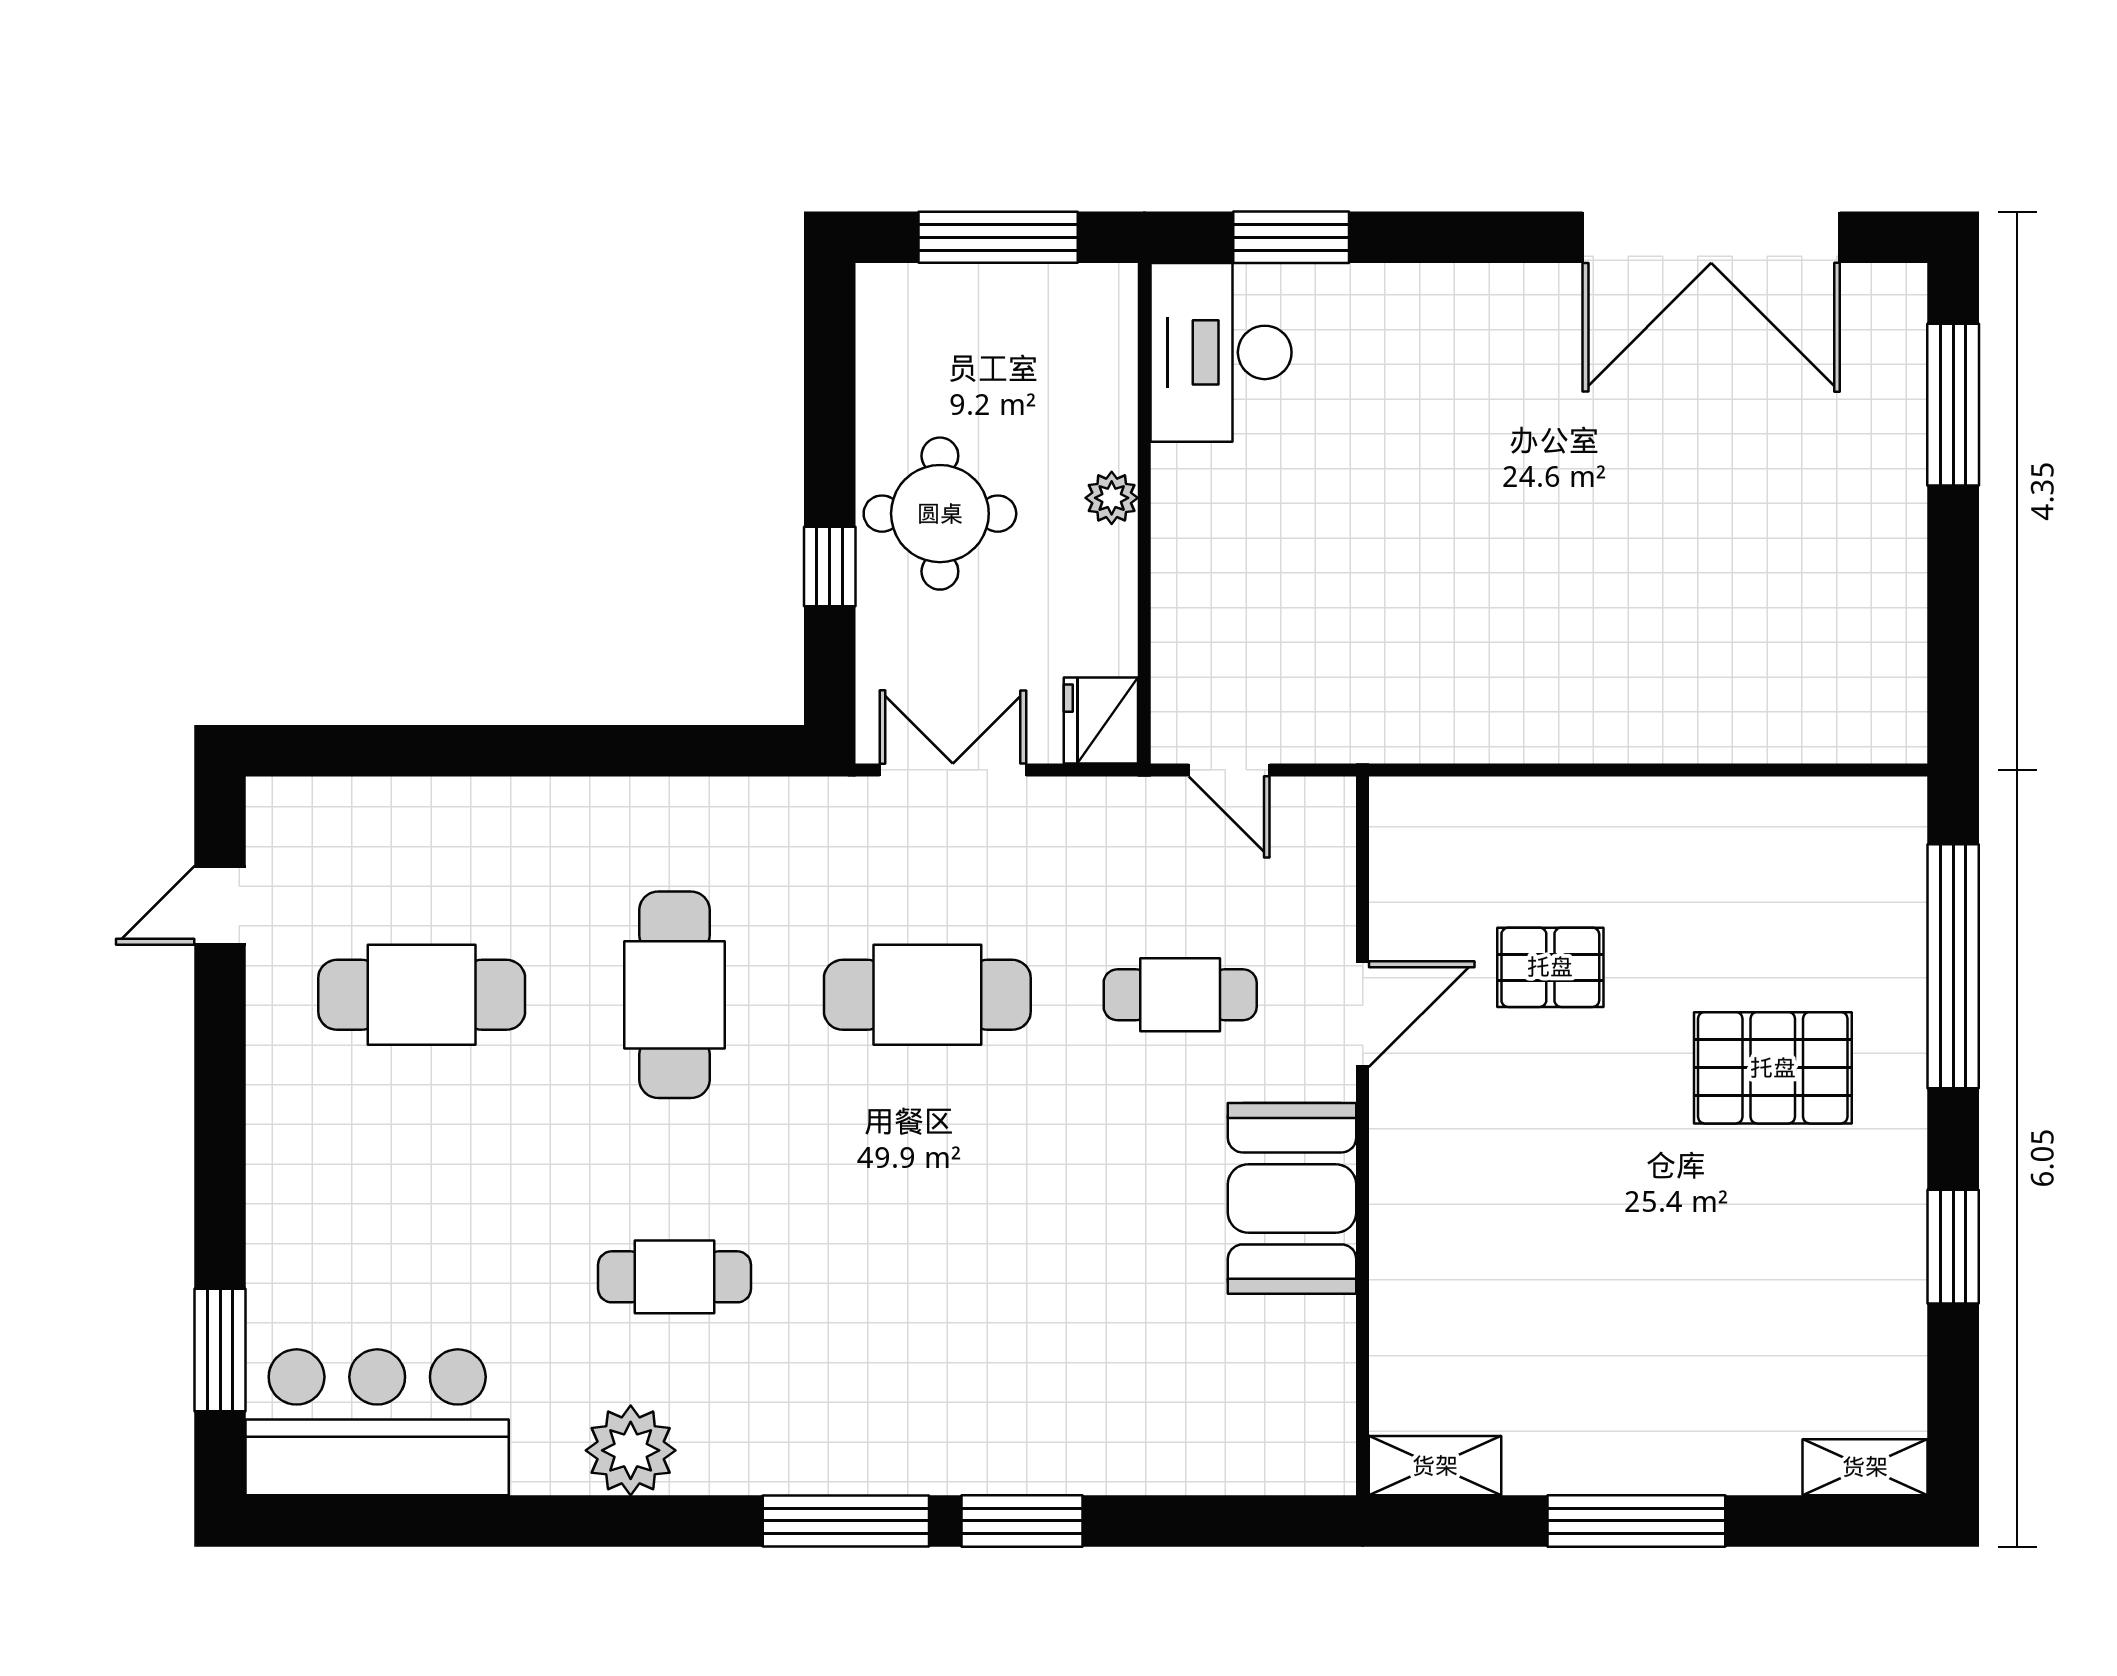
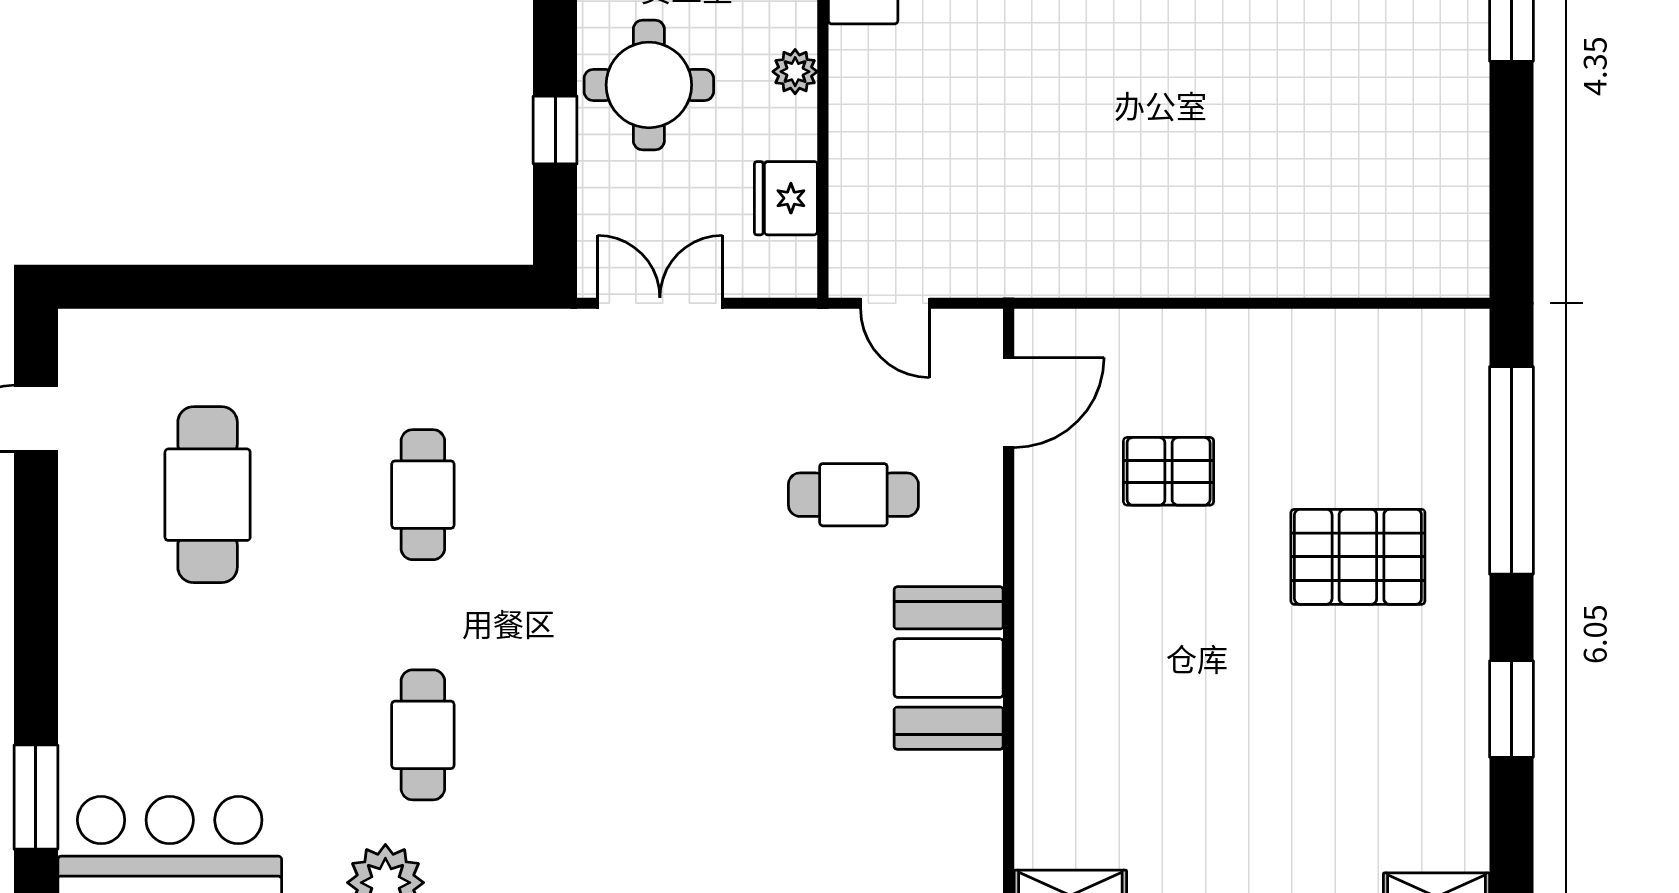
fridge: (1101, 720) -> (786, 198), moved
cafe table: (422, 995) -> (208, 495), turned 90
cafe table: (675, 995) -> (423, 495), width x0.73, depth x0.74
cafe table: (927, 995) -> (638, 495), removed
door: (1363, 1014) -> (1009, 403), moved
cafe table: (675, 1277) -> (423, 735), turned 90

